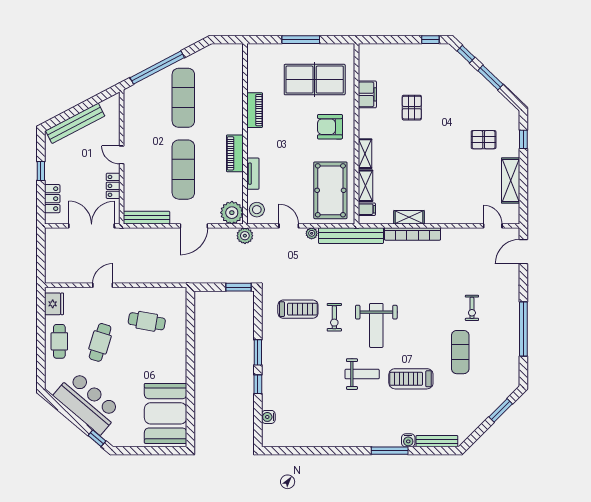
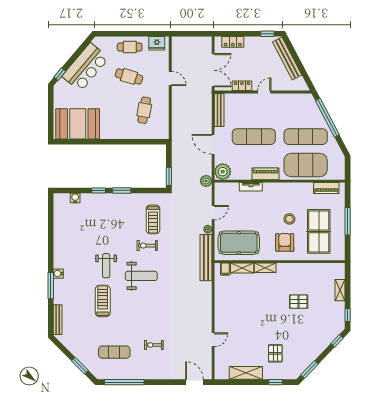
window: (490, 78) -> (309, 370), moved
filing cabinet: (367, 94) -> (308, 269), removed
exercise mat: (223, 98) -> (306, 165), added
piano: (255, 110) -> (326, 188), moved
window: (41, 171) -> (267, 34), moved
stool: (257, 210) -> (289, 219), moved
shelving: (409, 217) -> (340, 290), moved
door: (493, 226) -> (213, 340), moved
bookcase: (412, 234) -> (207, 302), removed
weight bench: (376, 325) -> (141, 276), turned 180
window: (523, 329) -> (124, 382), moved
exercise mat: (460, 352) -> (114, 352), moved
water cooler: (408, 440) -> (58, 274), moved

